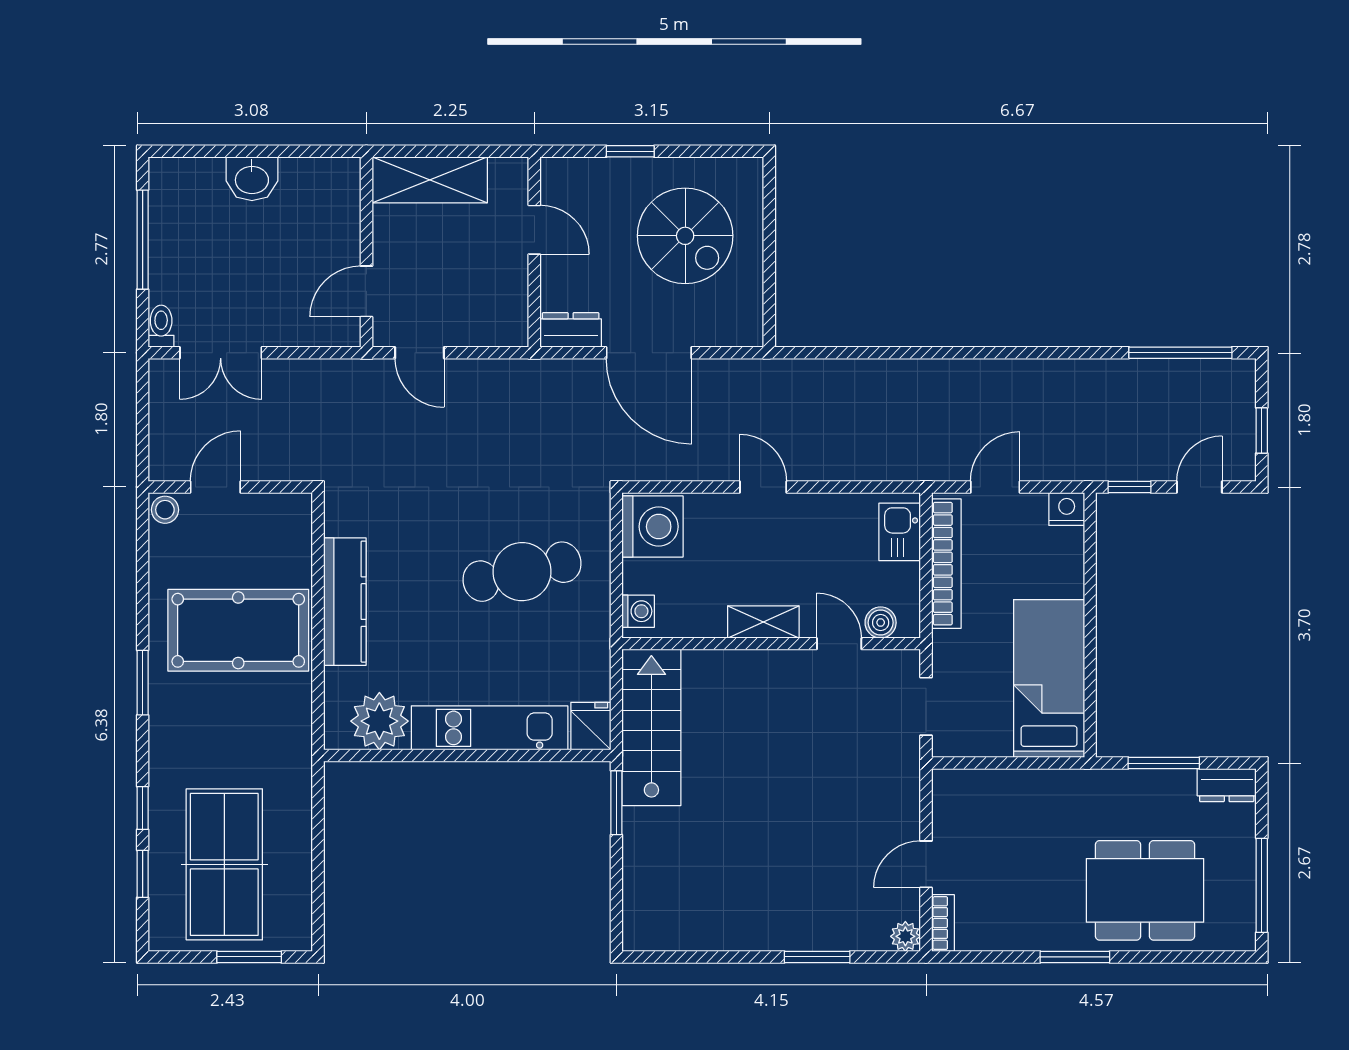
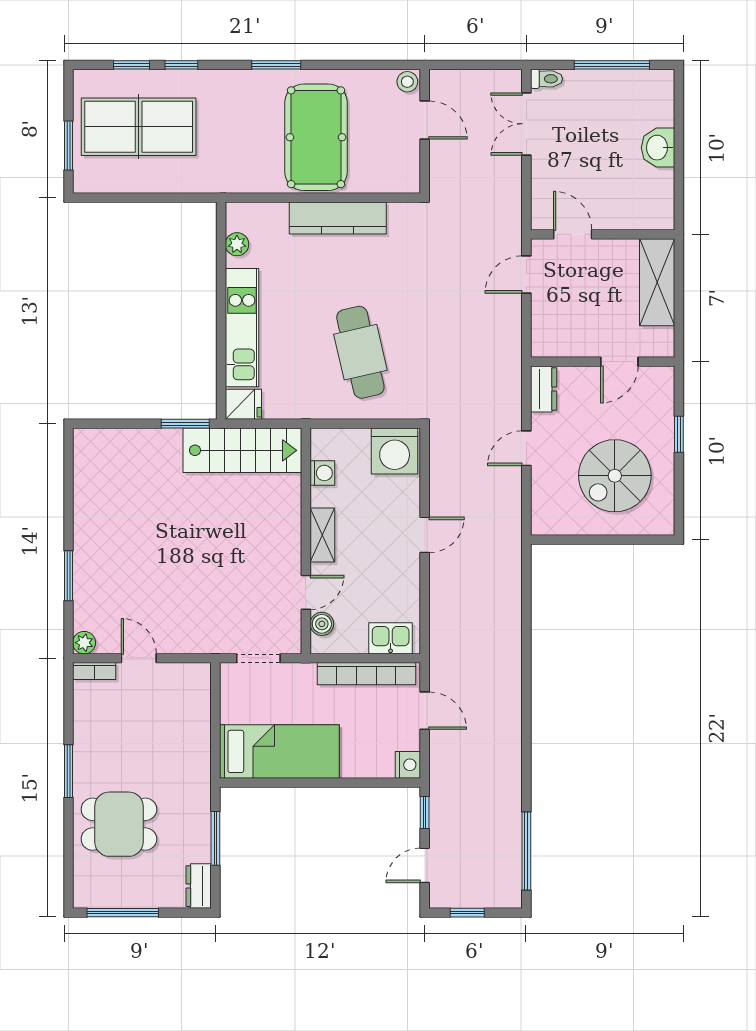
door: (649, 353) -> (526, 448), width x0.53
door: (1199, 487) -> (425, 865), swing flipped
washing machine: (638, 611) -> (322, 473), moved, turned -90
plant: (379, 721) -> (237, 244), width x0.53, depth x0.53
dining table: (1145, 890) -> (119, 824), width x0.73

